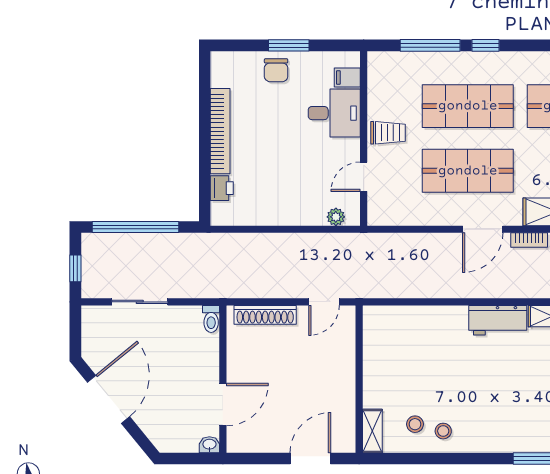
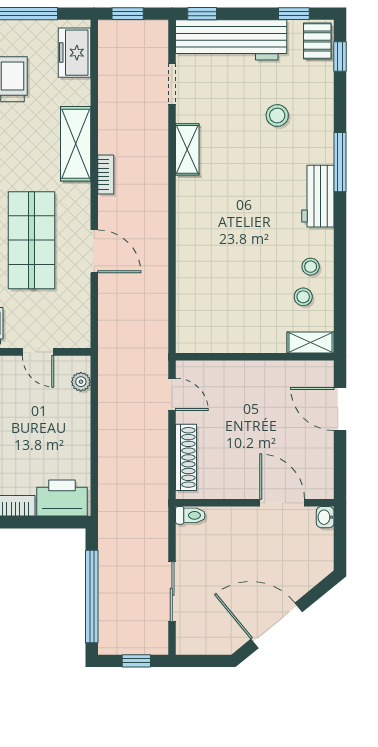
printer: (222, 188) -> (62, 498), width x1.87, depth x1.48
door: (483, 229) -> (94, 251), moved
workbench: (498, 320) -> (318, 196), moved, turned 180

